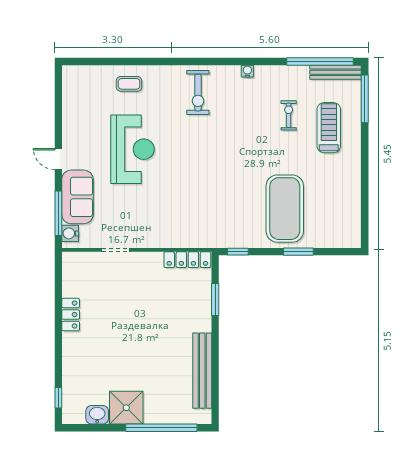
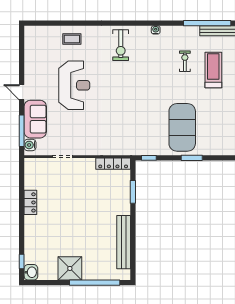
washbasin: (97, 415) -> (31, 272), moved, turned 90

